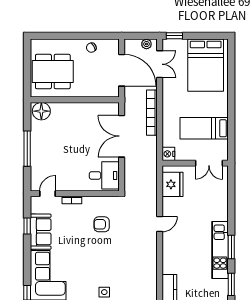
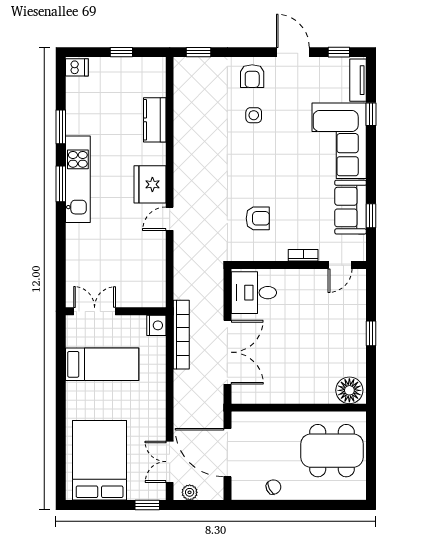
bookcase: (152, 113) -> (181, 335), moved
window: (27, 149) -> (371, 333), width x0.46
fridge: (173, 184) -> (150, 184), moved

